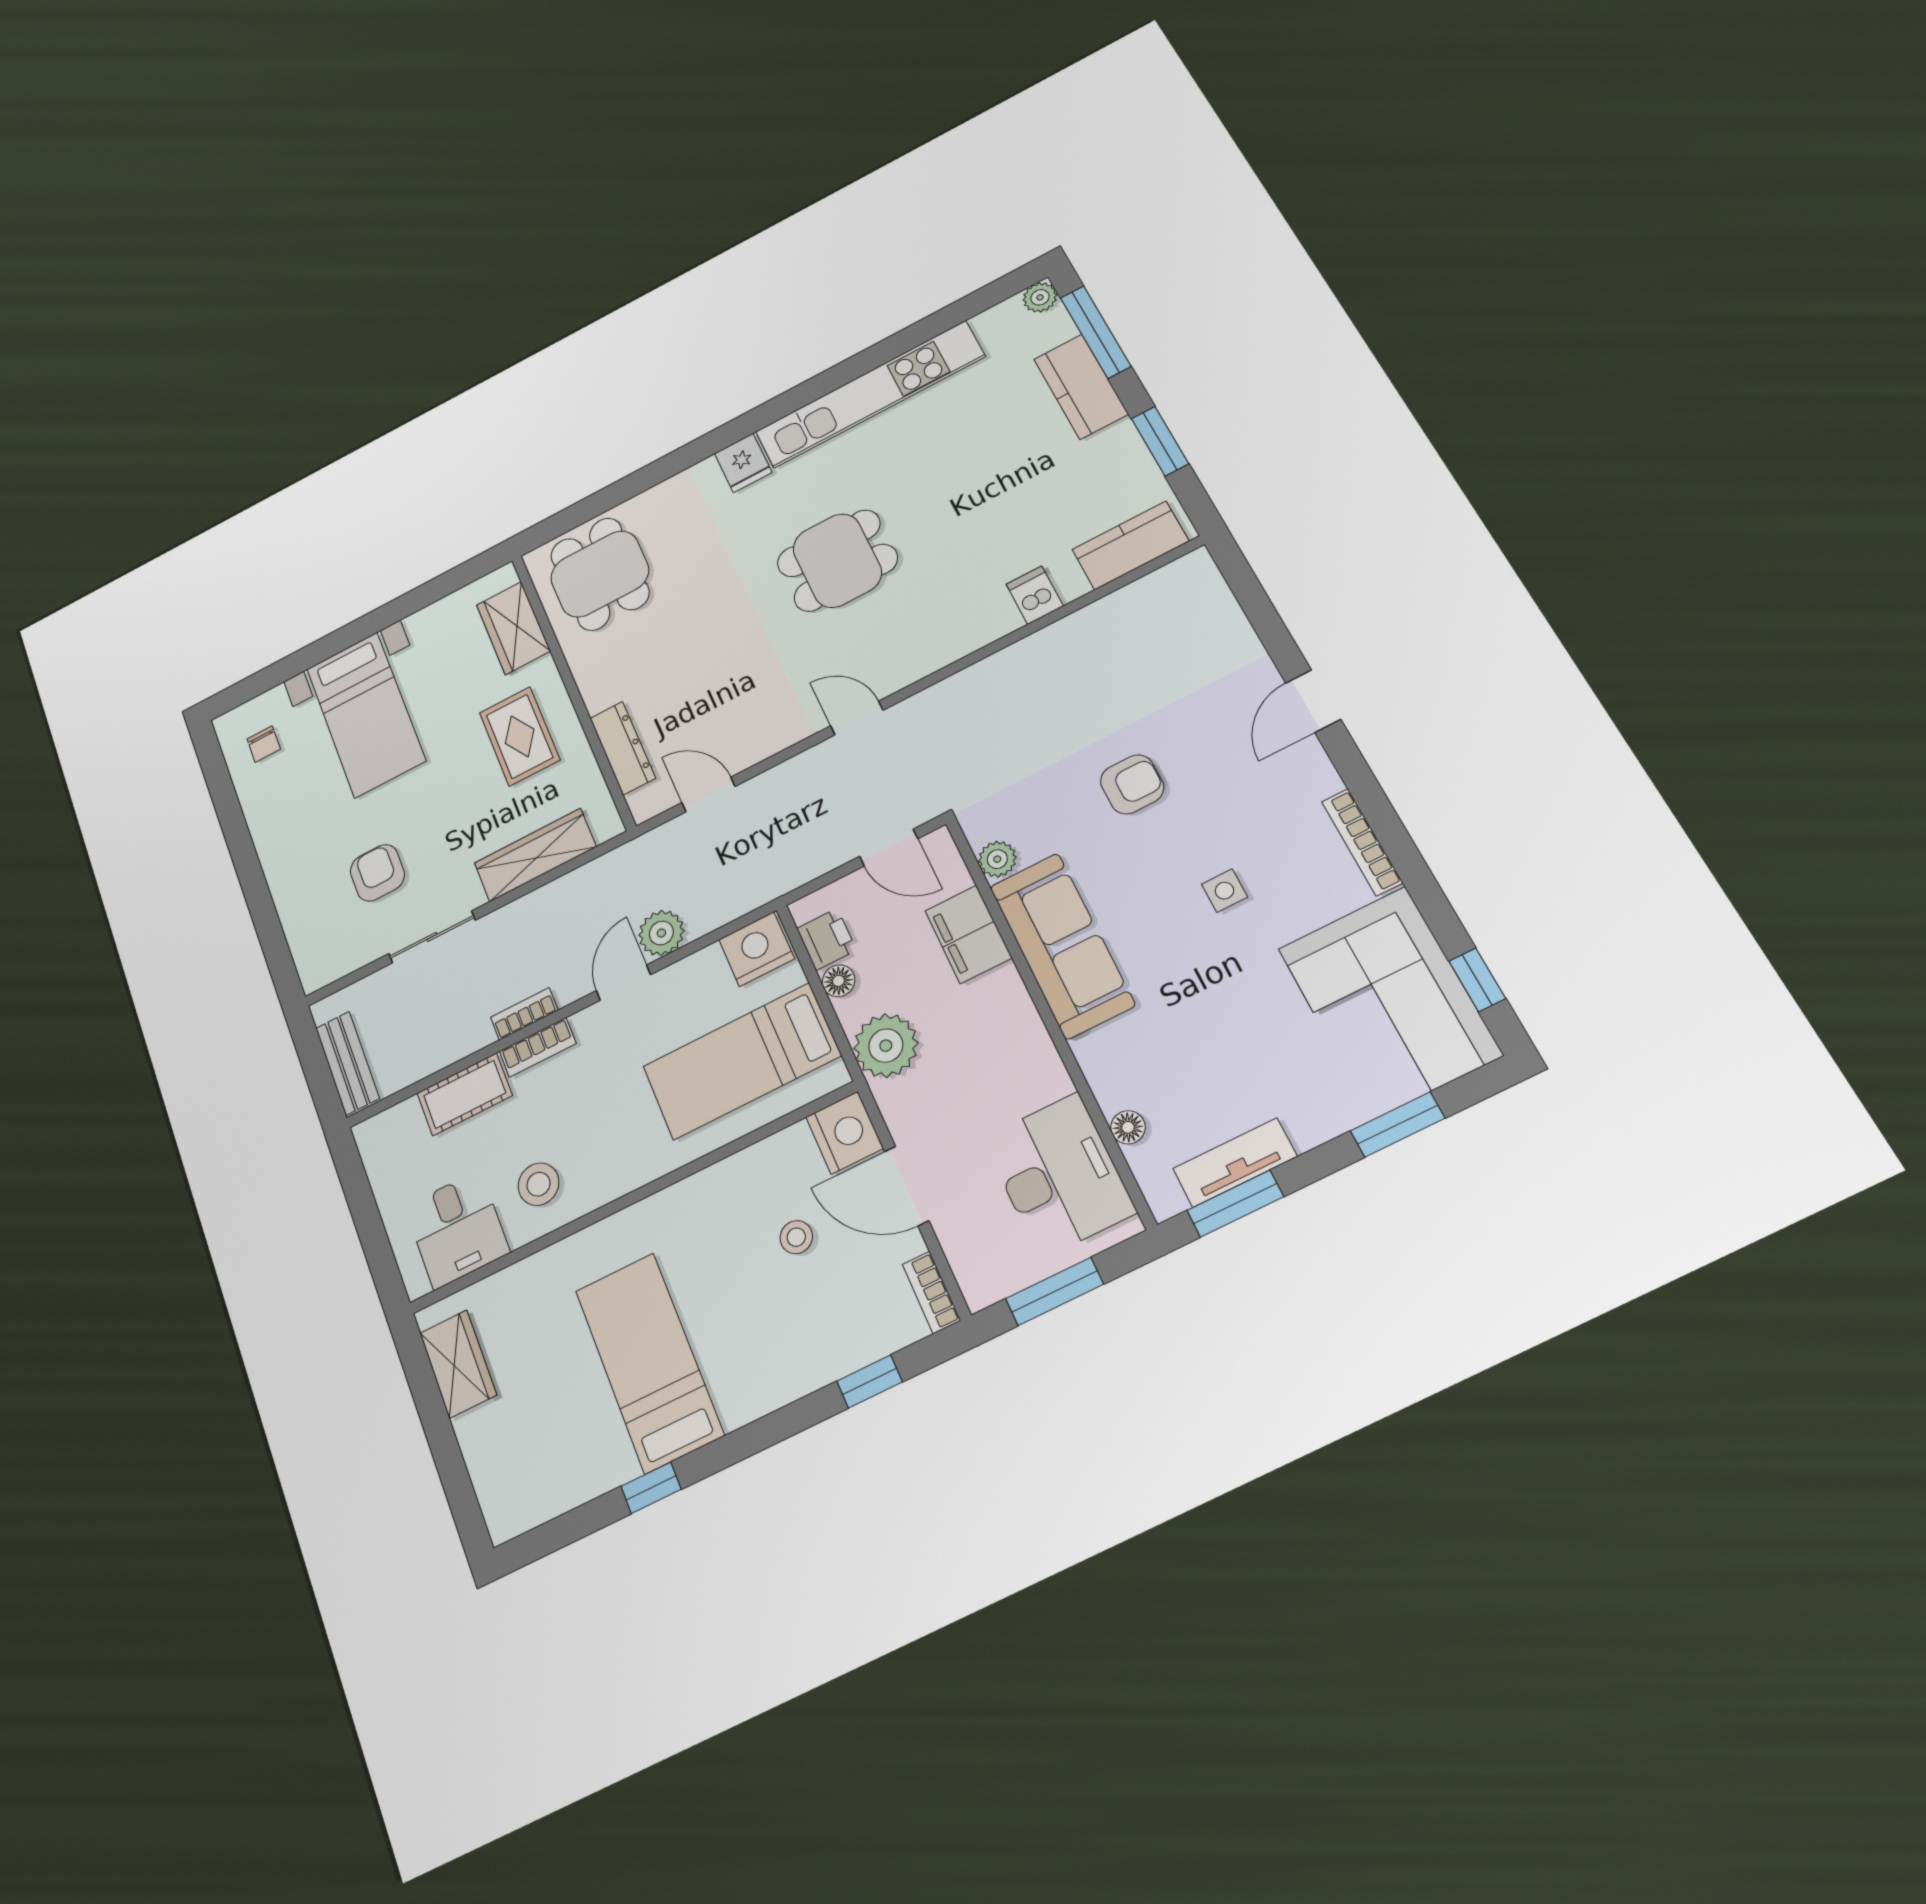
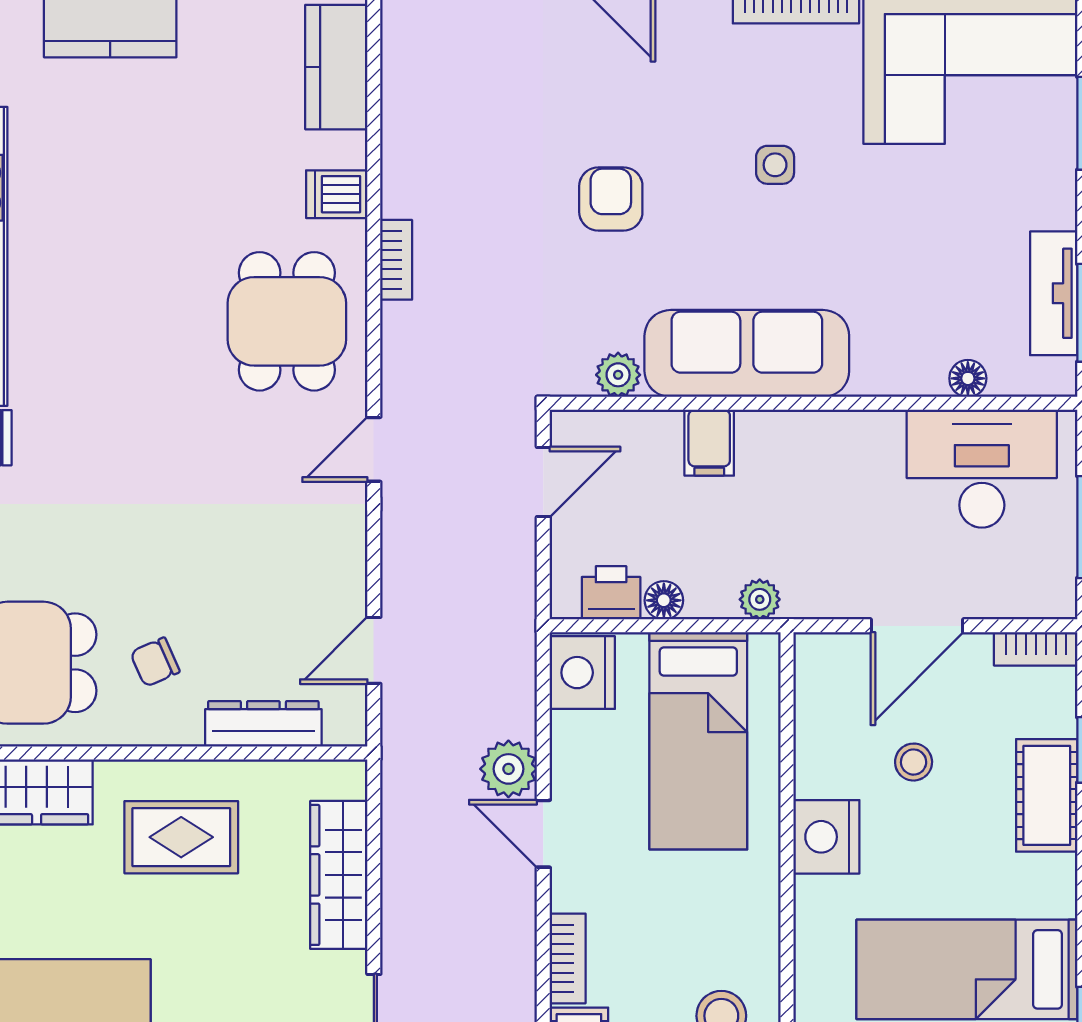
dining table: (837, 561) -> (287, 321), moved
chair: (636, 655) -> (155, 662), added
filing cabinet: (968, 934) -> (709, 443), width x0.50
bookcase: (524, 1014) -> (396, 260), moved, turned 180
plant: (886, 1046) -> (760, 599), width x0.53, depth x0.53
nightstand: (845, 1133) -> (826, 837), moved, turned -90
cot: (816, 1360) -> (1047, 795), added

